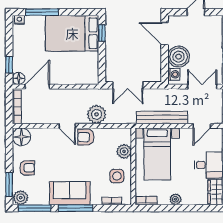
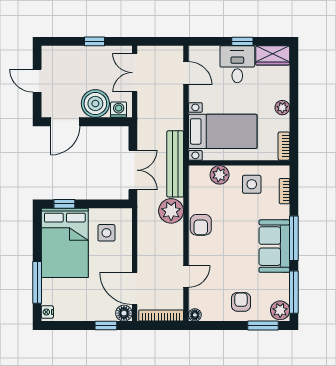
side table: (80, 65) -> (106, 233), added
bench: (162, 118) -> (175, 164), moved
door: (67, 126) -> (186, 276), moved
floor lamp: (21, 137) -> (195, 315), width x0.53, depth x0.53

